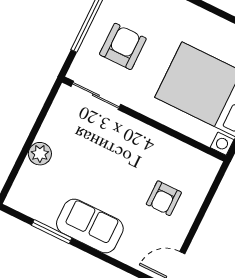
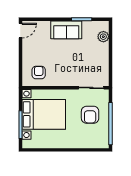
plant: (40, 154) -> (103, 37), moved
armchair: (164, 198) -> (39, 73), moved

